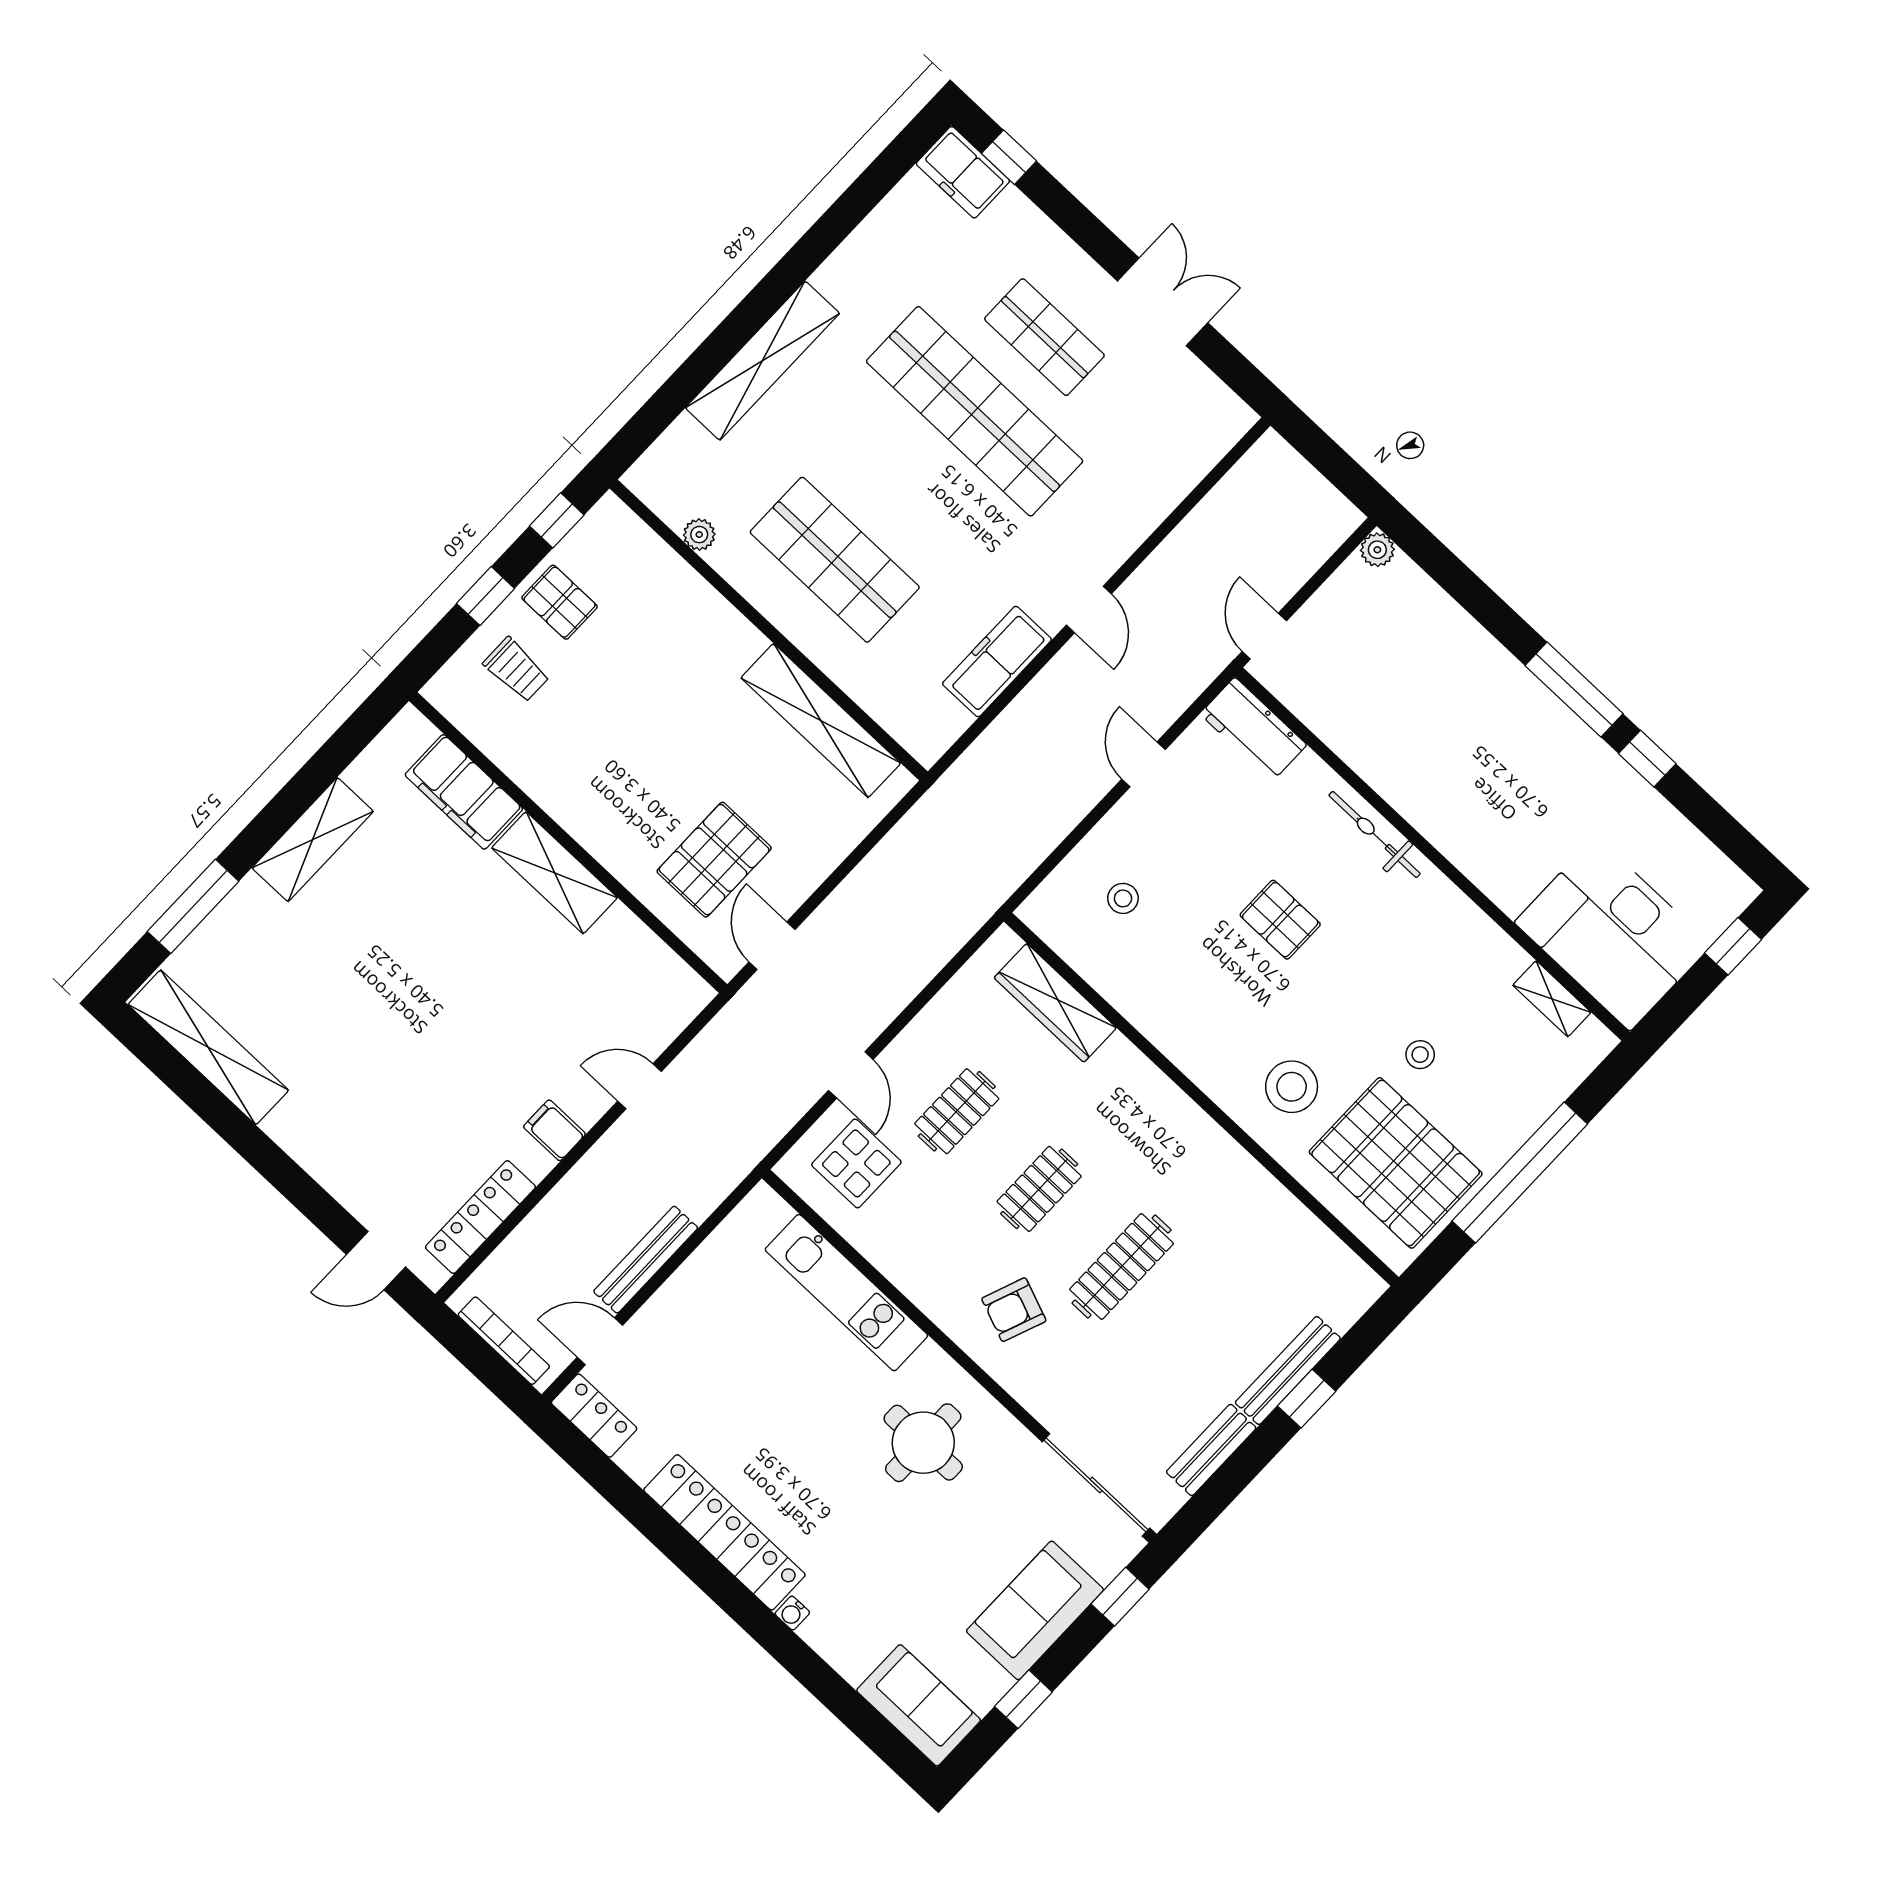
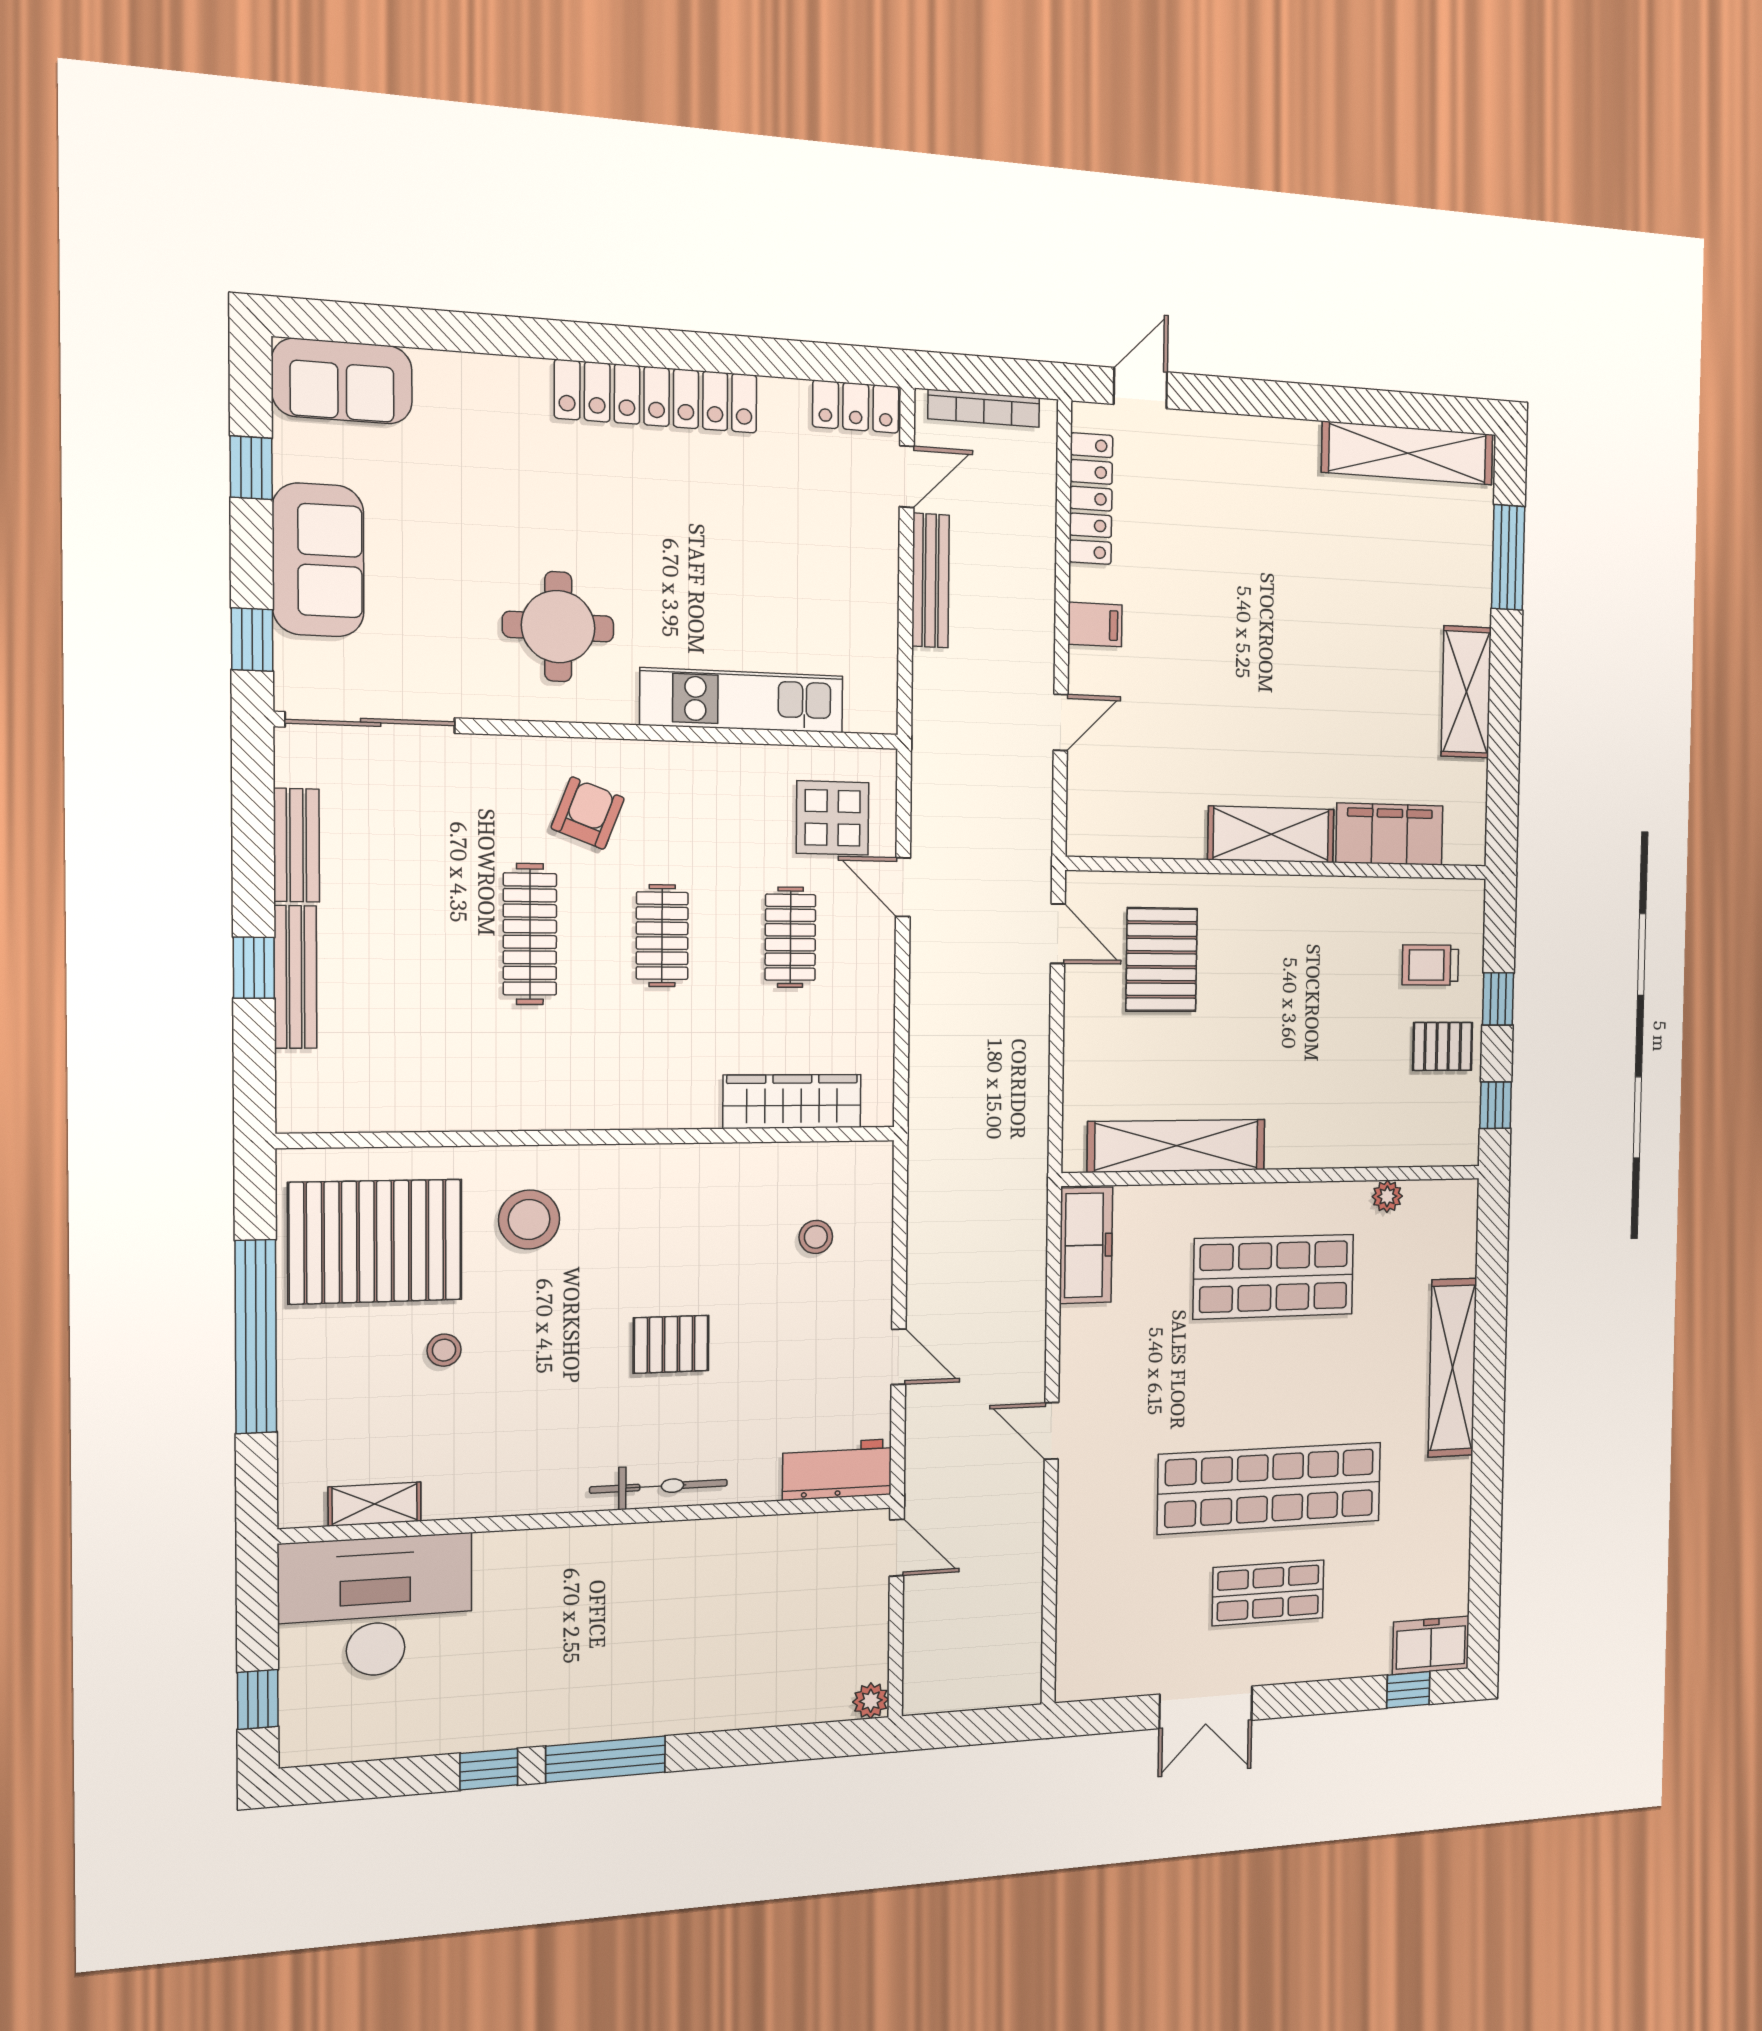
freezer: (997, 662) -> (1086, 1245), moved
water cooler: (792, 1613) -> (533, 372), removed

